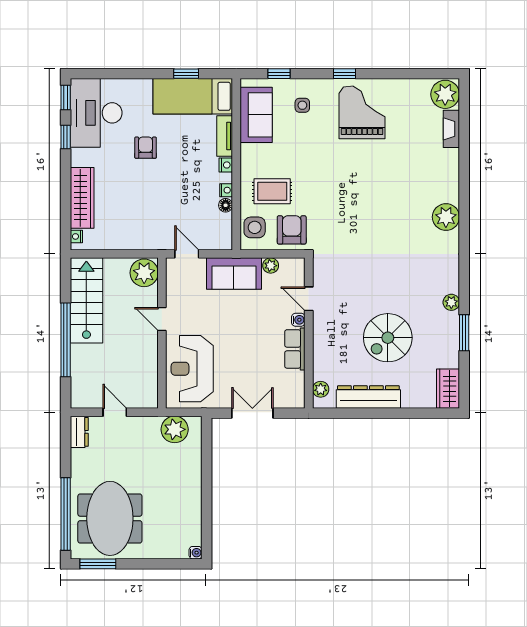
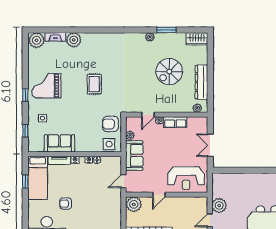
sofa: (256, 115) -> (59, 143), moved
rug: (272, 191) -> (94, 84), moved
plant: (446, 217) -> (74, 40), moved
spiral stairs: (388, 338) -> (169, 72), turned 90
plant: (175, 429) -> (219, 206), moved

